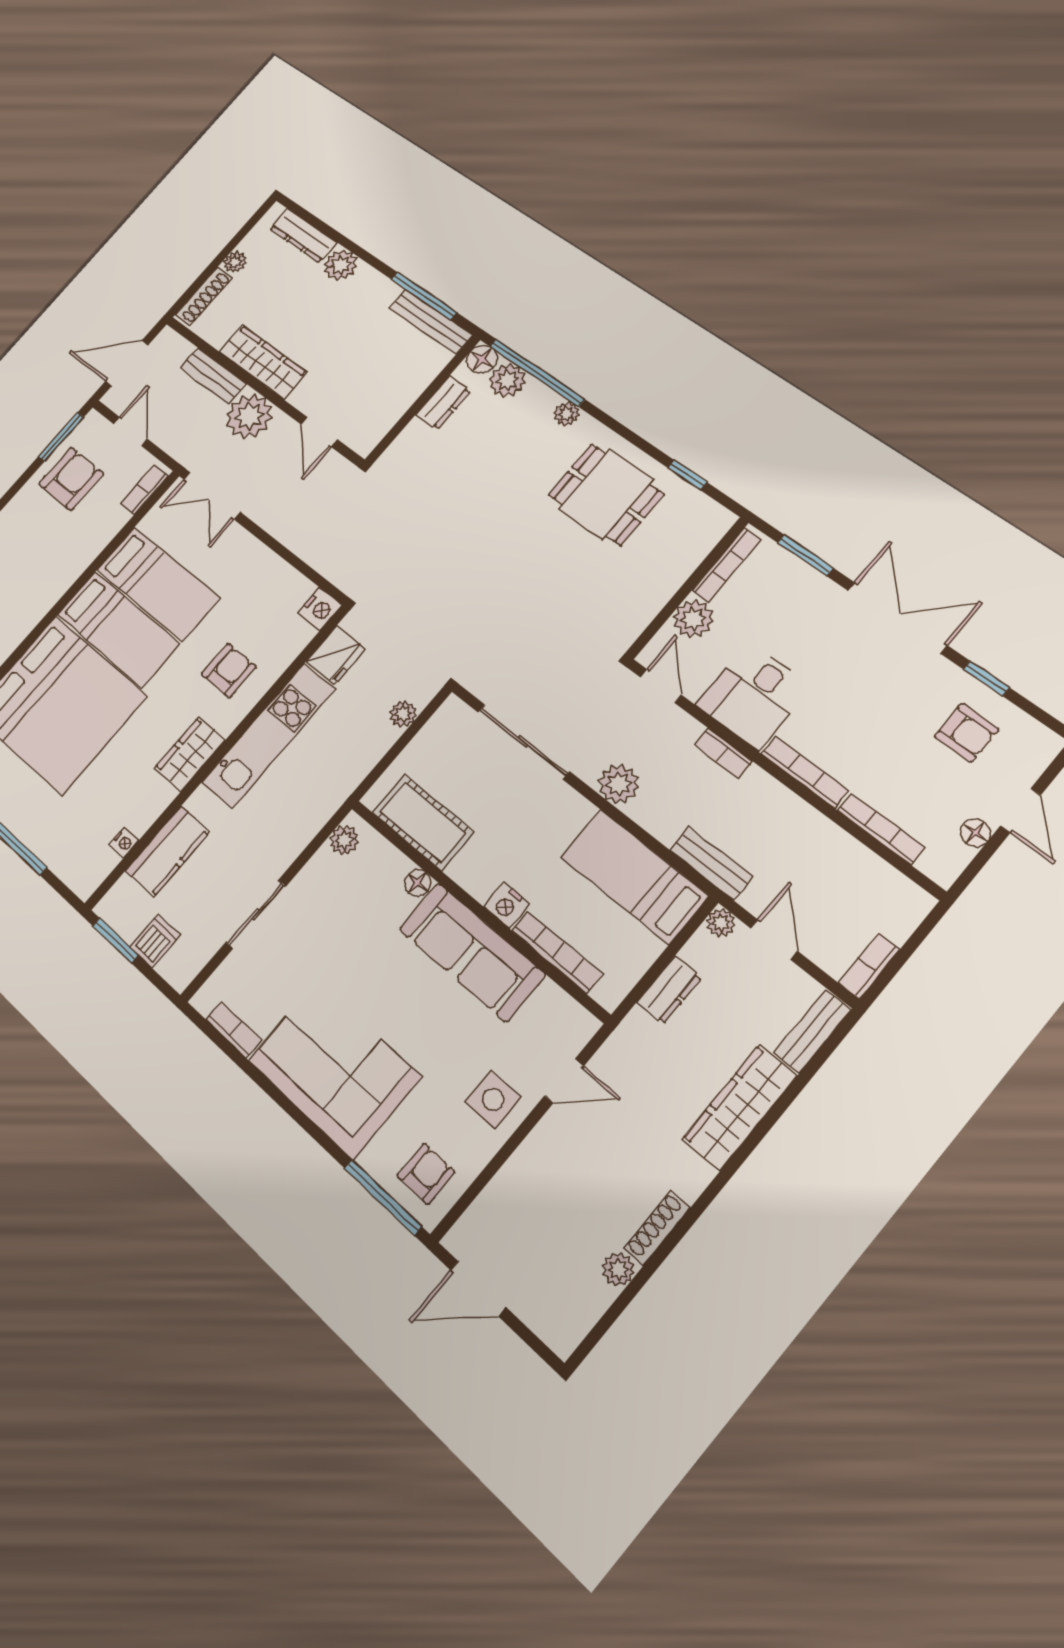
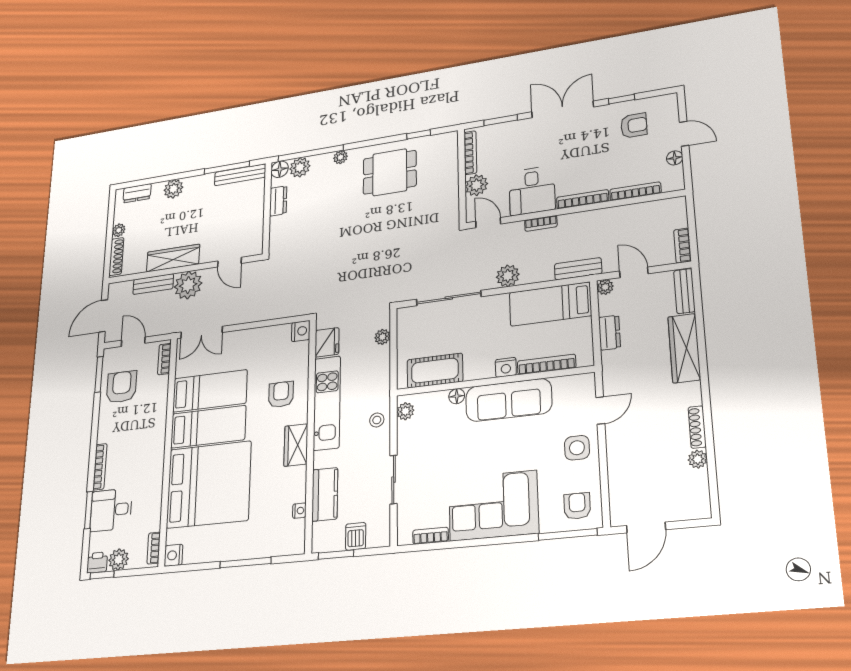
dresser: (303, 236) -> (137, 193), width x0.70
stool: (303, 817) -> (377, 420), added

